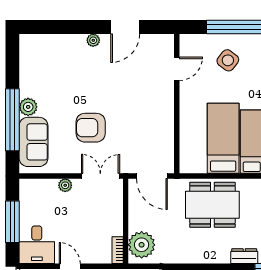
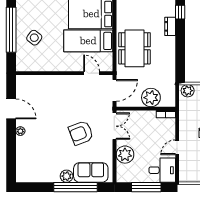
door: (177, 69) -> (92, 73), moved
armchair: (91, 128) -> (81, 133), turned 69
double door: (100, 176) -> (114, 126), swing flipped
plant: (65, 185) -> (125, 155), width x1.87, depth x1.87
plant: (142, 245) -> (151, 98), moved

